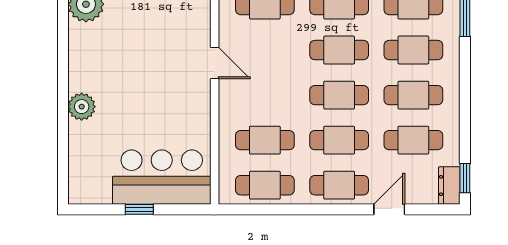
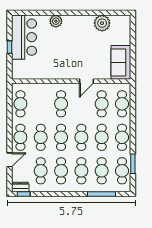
door: (215, 63) -> (87, 81), moved
cafe table: (265, 140) -> (61, 104), moved
bar counter: (162, 177) -> (24, 37), moved
door: (389, 209) -> (9, 160), hinge flipped

